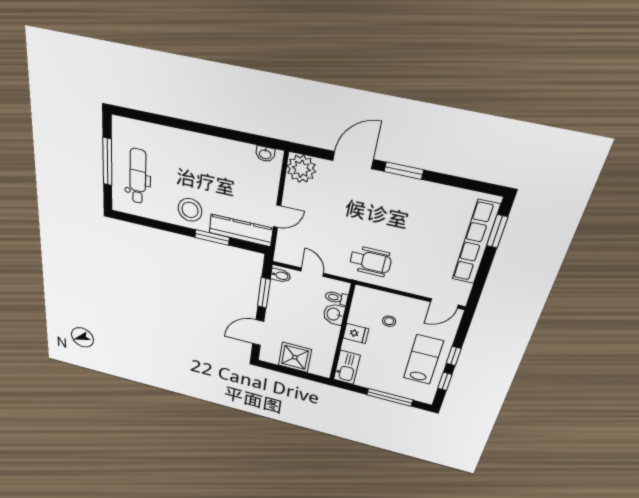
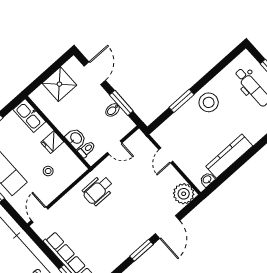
kitchen counter: (241, 230) -> (229, 156), moved, turned 180
bidet: (281, 275) -> (113, 110), moved

